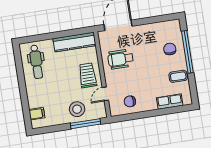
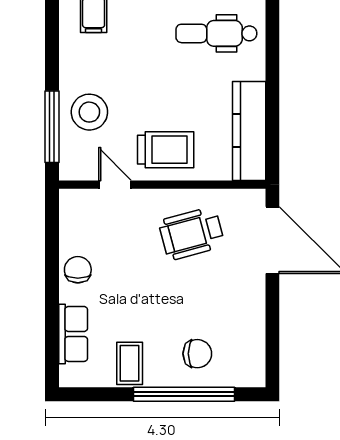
wheelchair: (121, 59) -> (192, 233), turned -105
chair: (130, 101) -> (78, 270), moved

